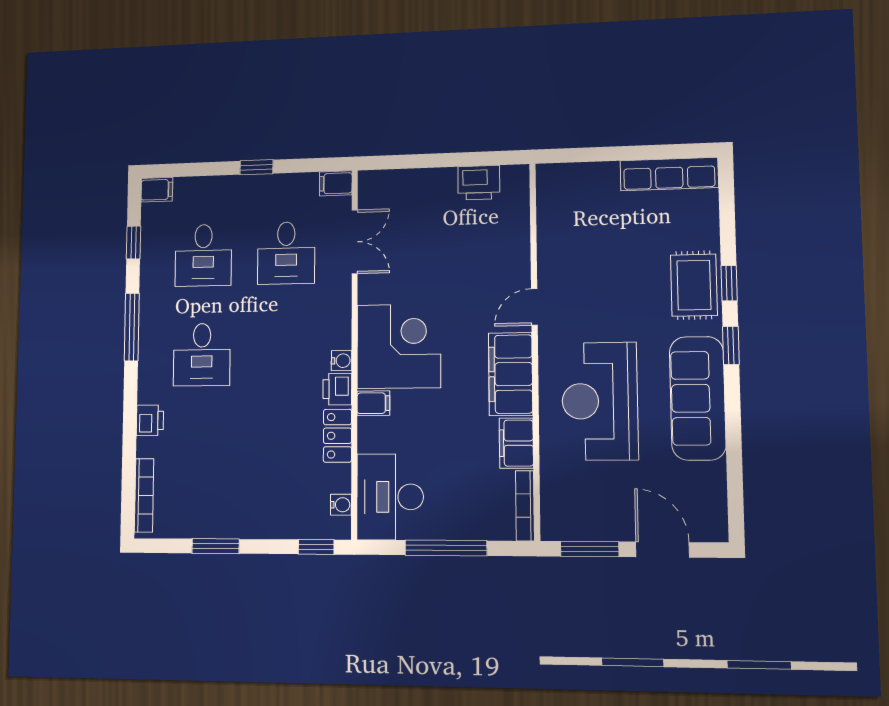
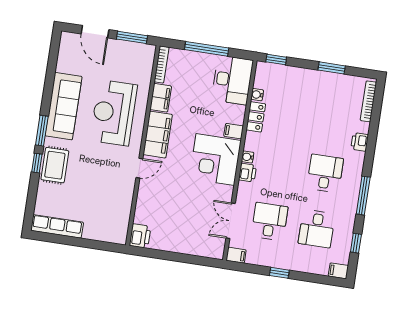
printer: (479, 183) -> (140, 236), moved, turned 90
desk: (203, 255) -> (317, 229), turned 180
window: (731, 345) -> (42, 131), width x1.50
printer: (337, 389) -> (247, 173), moved
reception desk: (600, 401) -> (114, 113), turned 180
water cooler: (341, 505) -> (257, 95), moved

